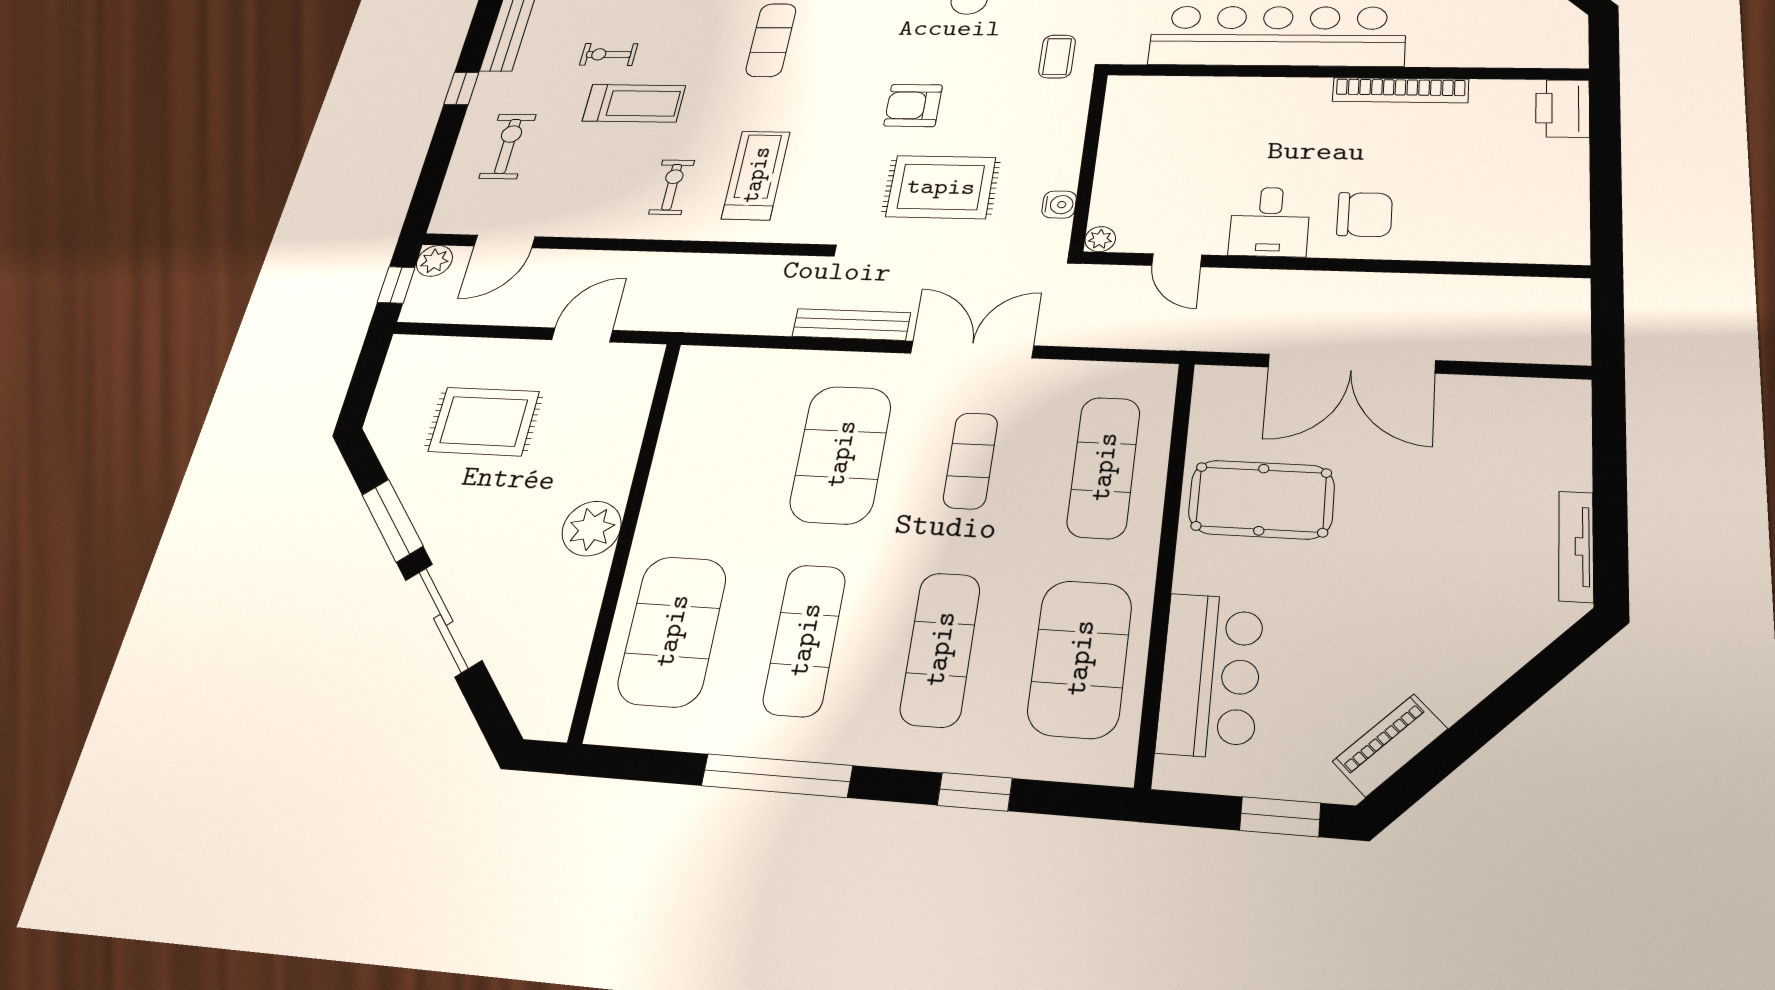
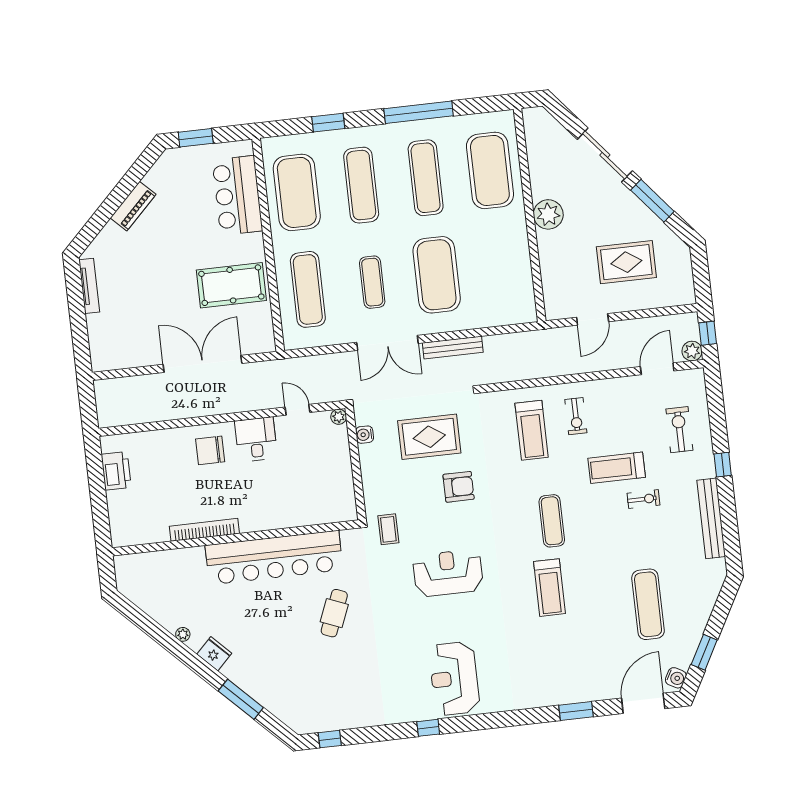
printer: (1563, 108) -> (116, 471), moved
exercise bike: (508, 146) -> (679, 430), turned 180
piano: (1390, 745) -> (133, 206), moved

